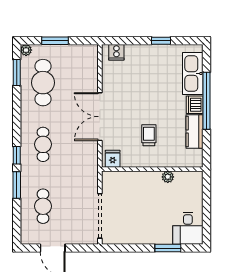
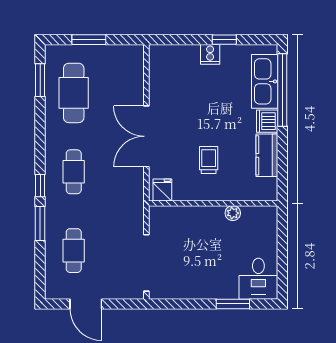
plant: (26, 50) -> (52, 52), removed
cooker: (116, 52) -> (210, 54), moved
window: (207, 101) -> (282, 90), moved

